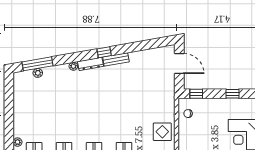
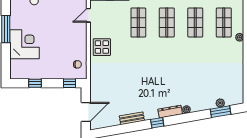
bench: (116, 59) -> (132, 118), moved
door: (179, 63) -> (86, 112), swing flipped
window: (38, 64) -> (220, 112), width x0.69

